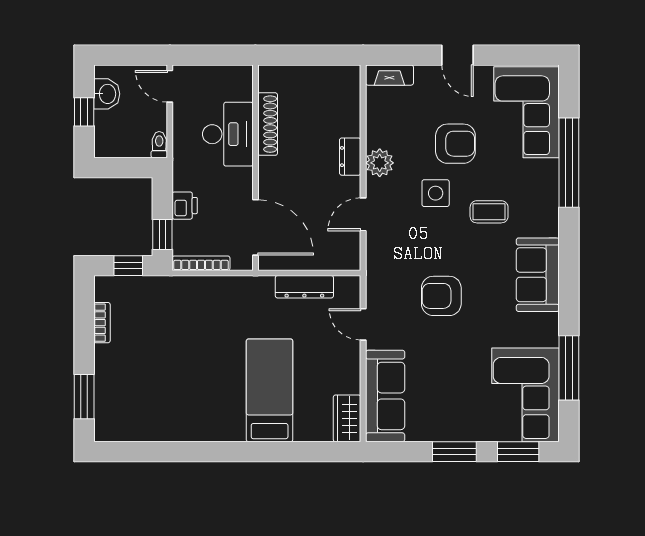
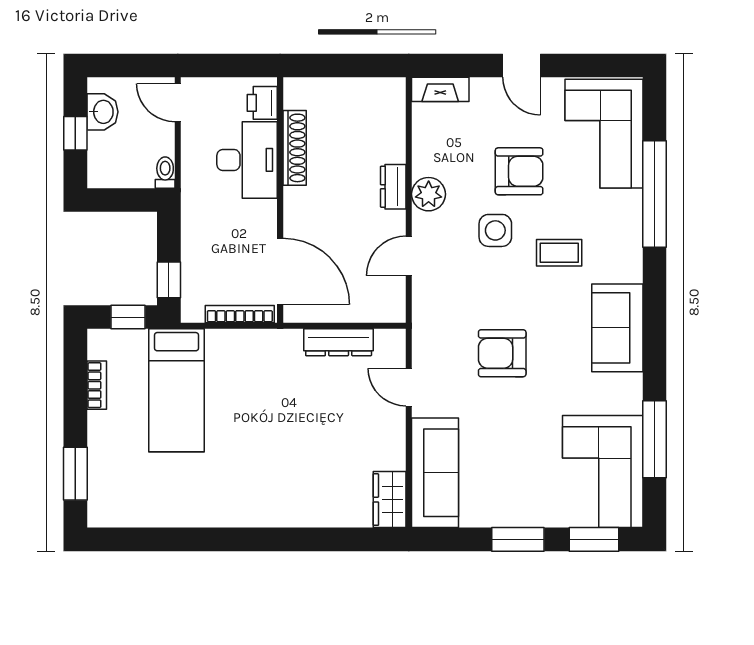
printer: (185, 206) -> (262, 103), moved, turned 180
bookcase: (201, 263) -> (240, 314), moved
bed: (270, 390) -> (177, 390), moved, turned 180

